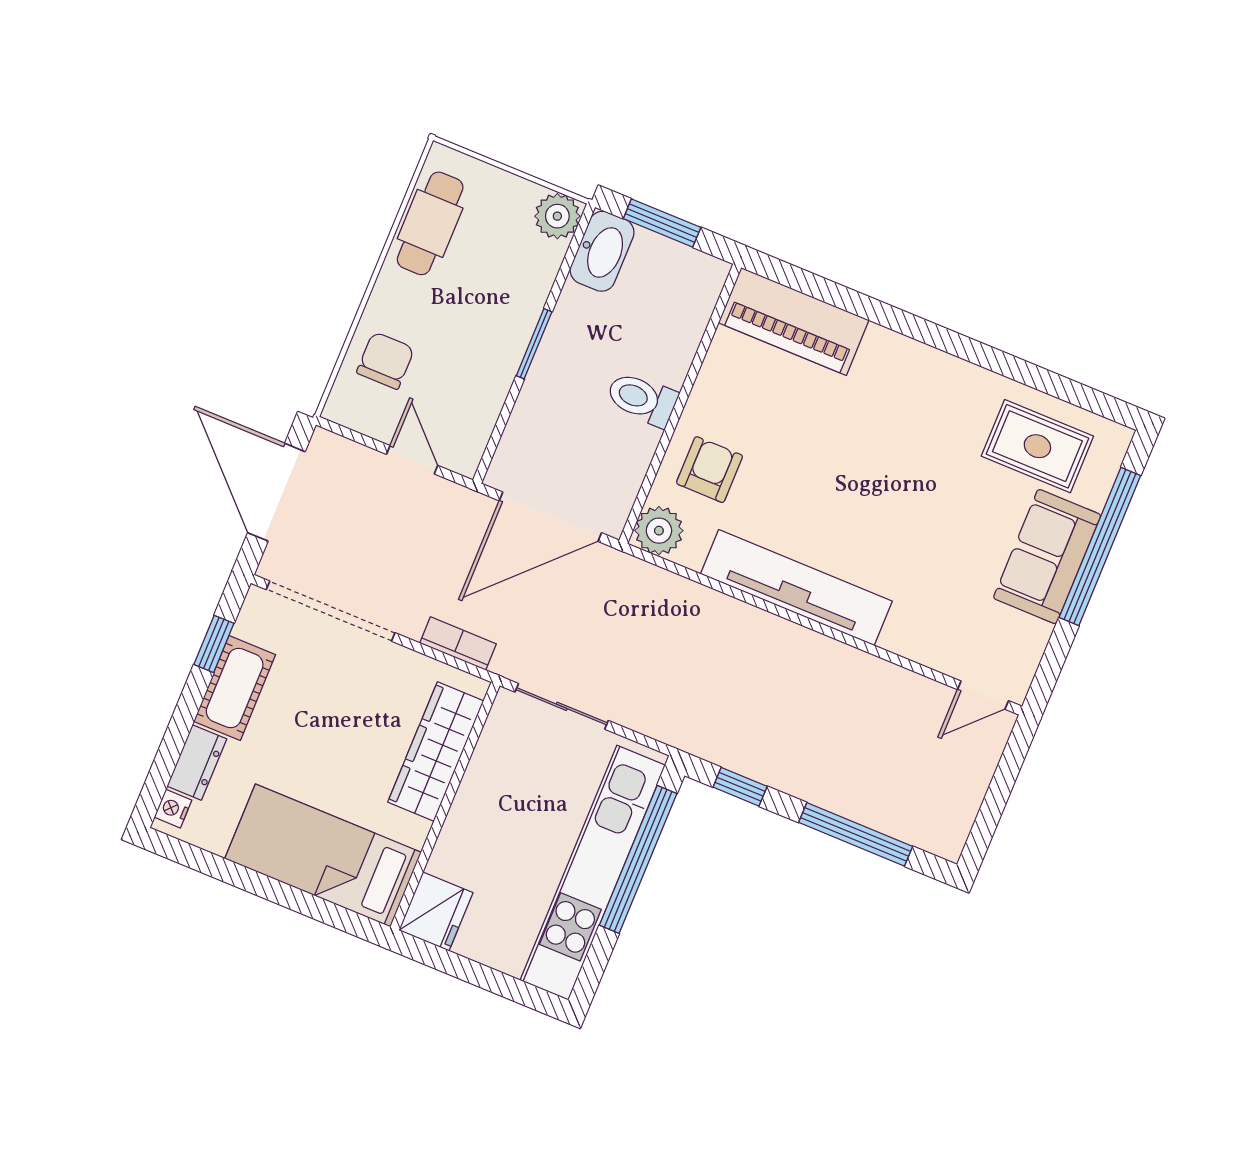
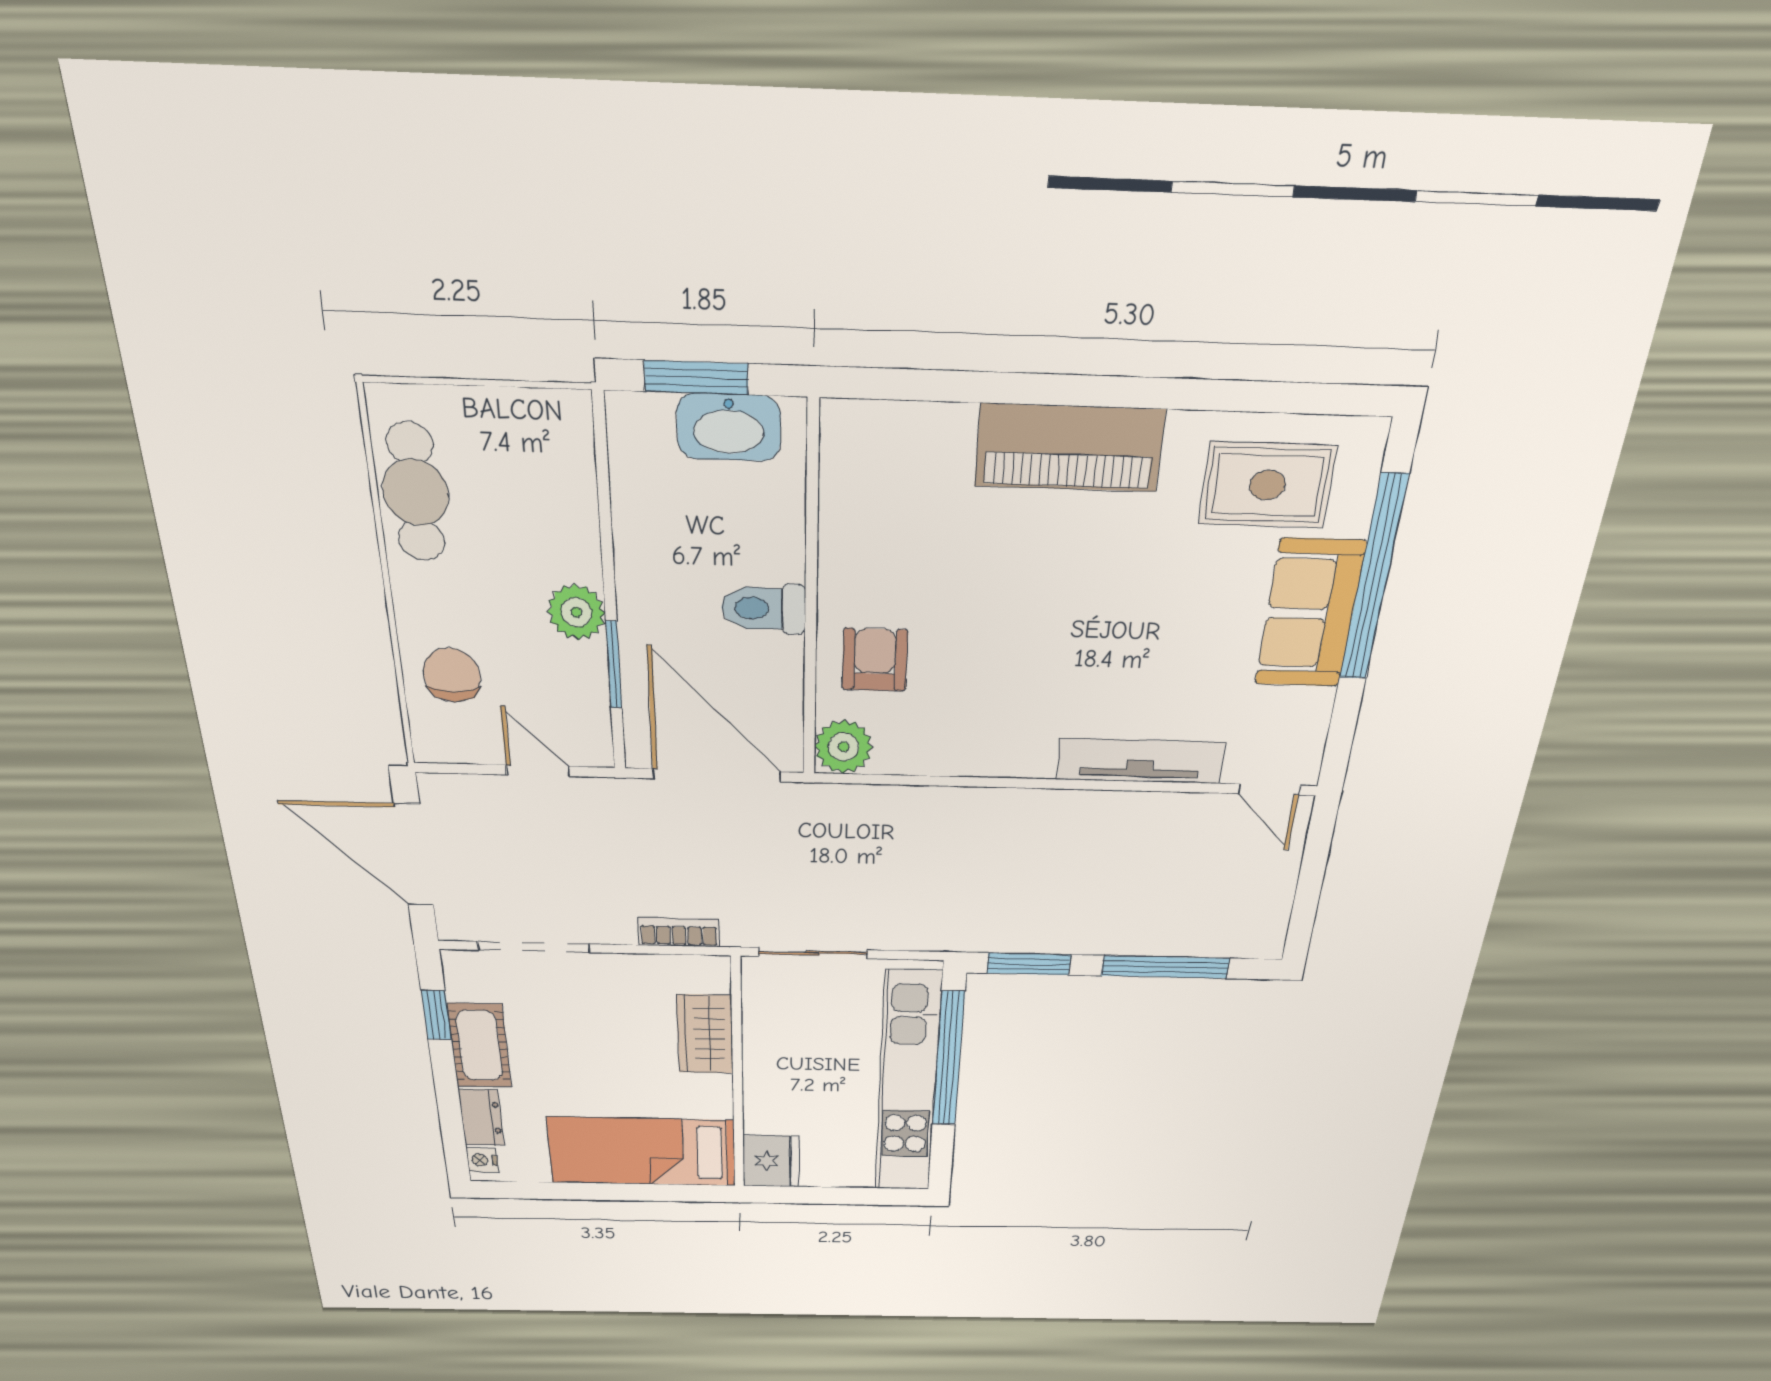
plant: (557, 216) -> (576, 612), moved
washbasin: (602, 251) -> (729, 427), moved, turned 90
piano: (794, 321) -> (1069, 448), moved
window: (534, 344) -> (614, 665), moved
door: (550, 517) -> (717, 775), swing flipped
tv unit: (796, 587) -> (1140, 761), moved, width x0.73, depth x0.78
doorway: (331, 611) -> (534, 947), width x0.73
door: (983, 695) -> (1269, 790), hinge flipped
wardrobe: (436, 752) -> (705, 1034), width x0.67
window: (740, 787) -> (1029, 964), width x1.50

